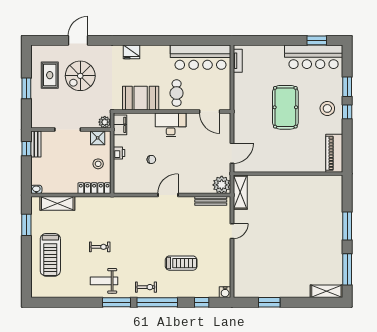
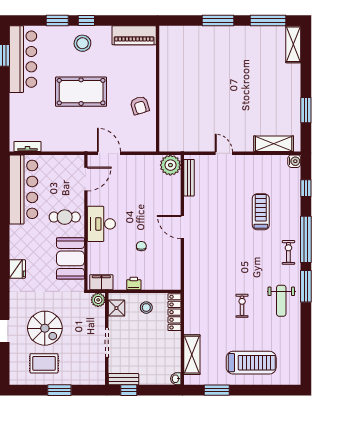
door: (232, 153) -> (109, 153), moved
armchair: (273, 158) -> (140, 105), added
shelving: (240, 192) -> (274, 144), moved

